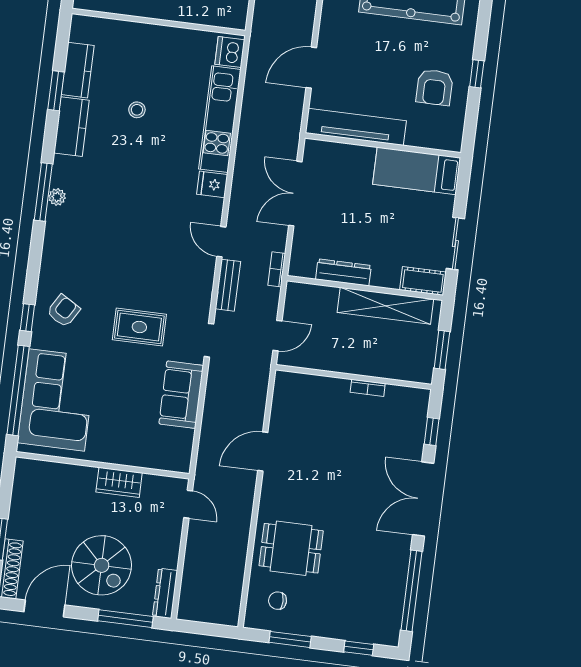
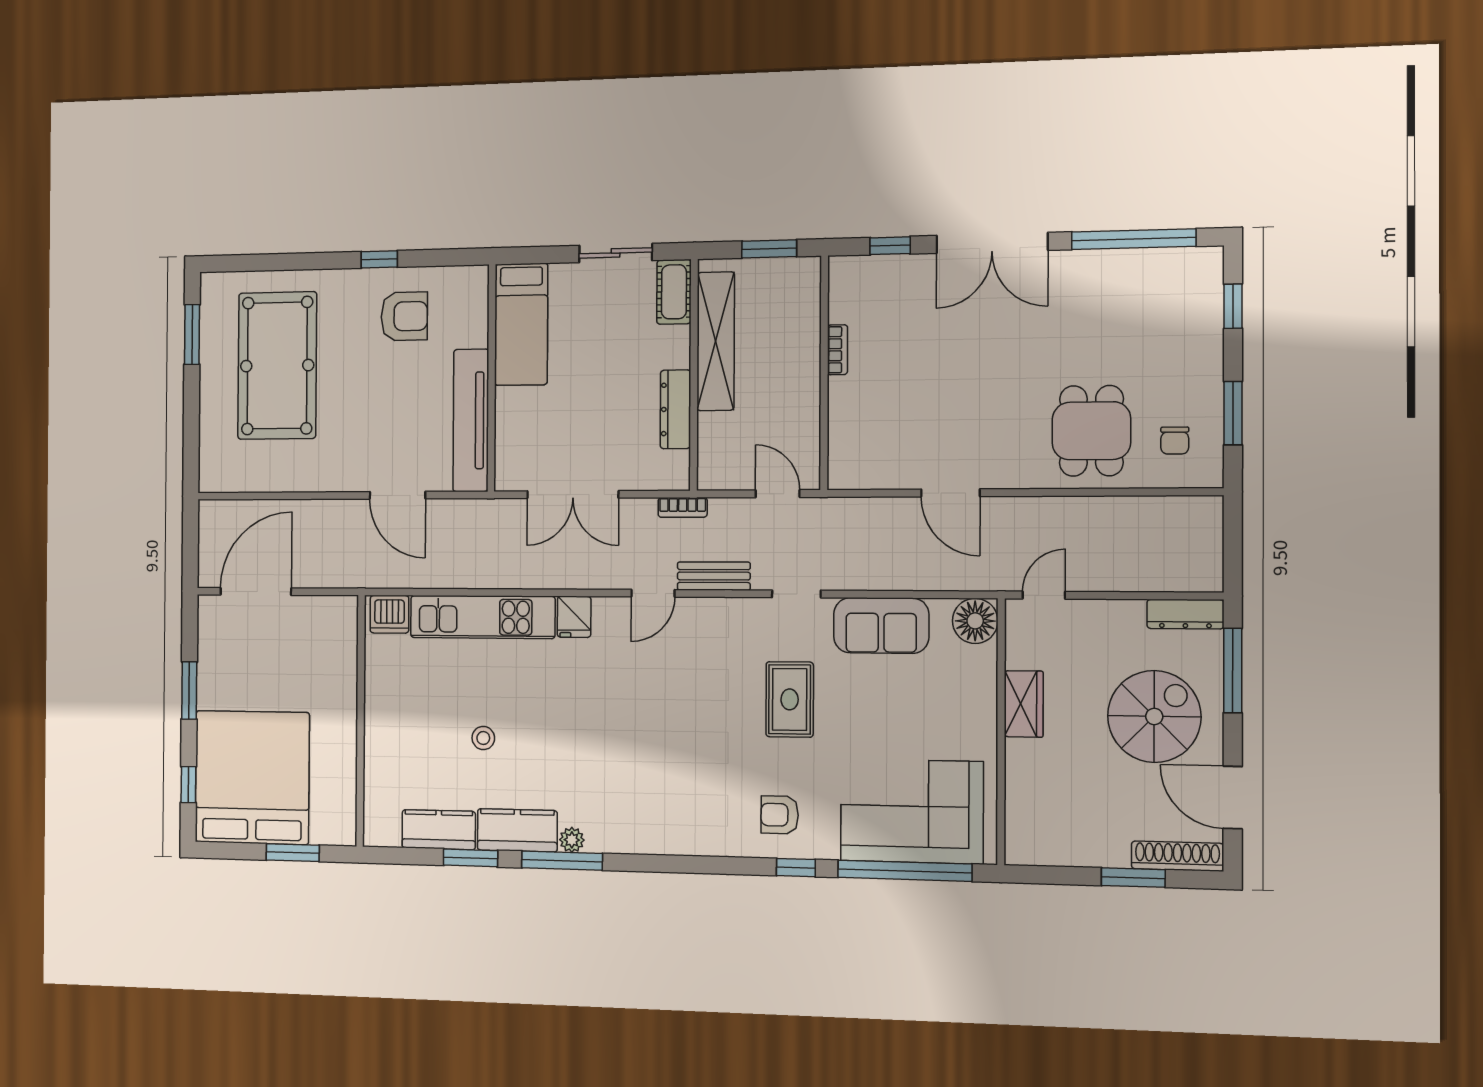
window: (43, 192) -> (562, 861), moved
plant: (57, 197) -> (572, 840), moved
armchair: (63, 311) -> (780, 815), turned -31
floor lamp: (177, 457) -> (975, 621), added

